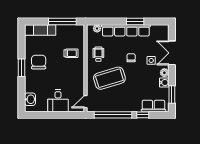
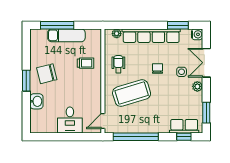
window: (62, 22) -> (57, 25), moved
window: (135, 22) -> (178, 25), moved
exam couch: (40, 30) -> (66, 35), moved
chair: (39, 62) -> (47, 74), turned -104
water cooler: (164, 82) -> (197, 34), moved
washbasin: (30, 99) -> (36, 101), moved
window: (143, 115) -> (184, 137), moved

